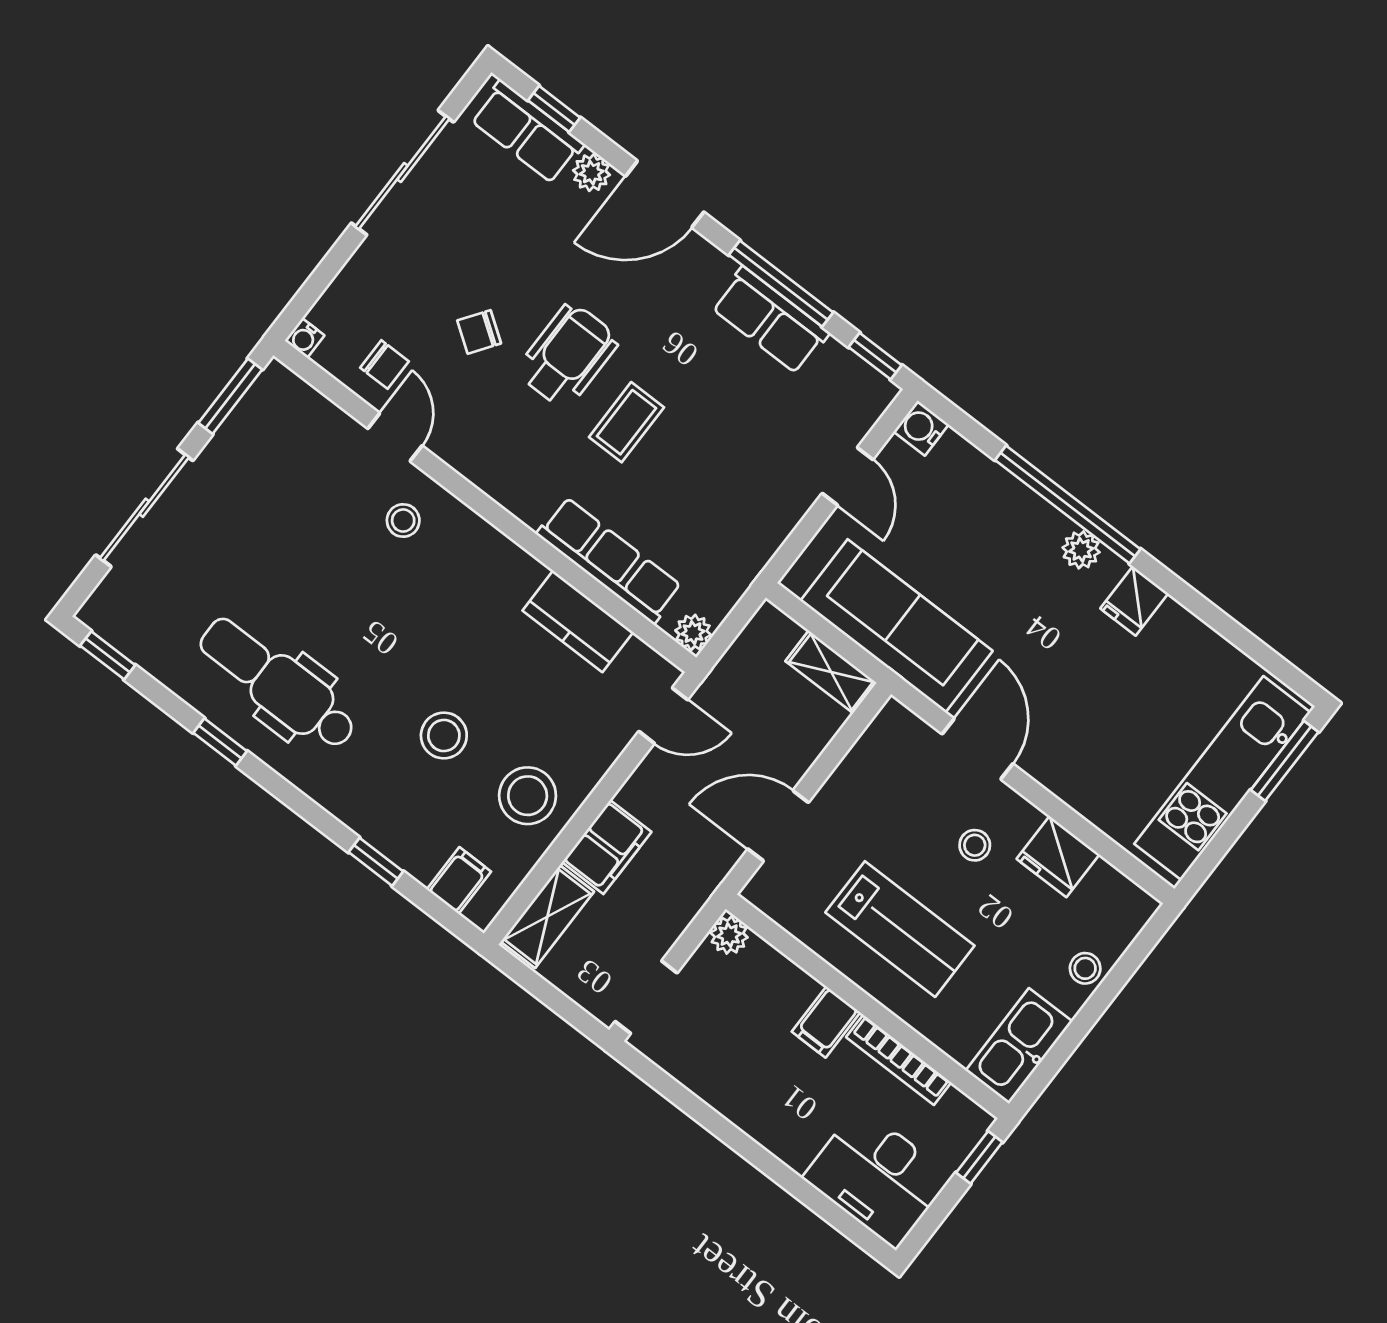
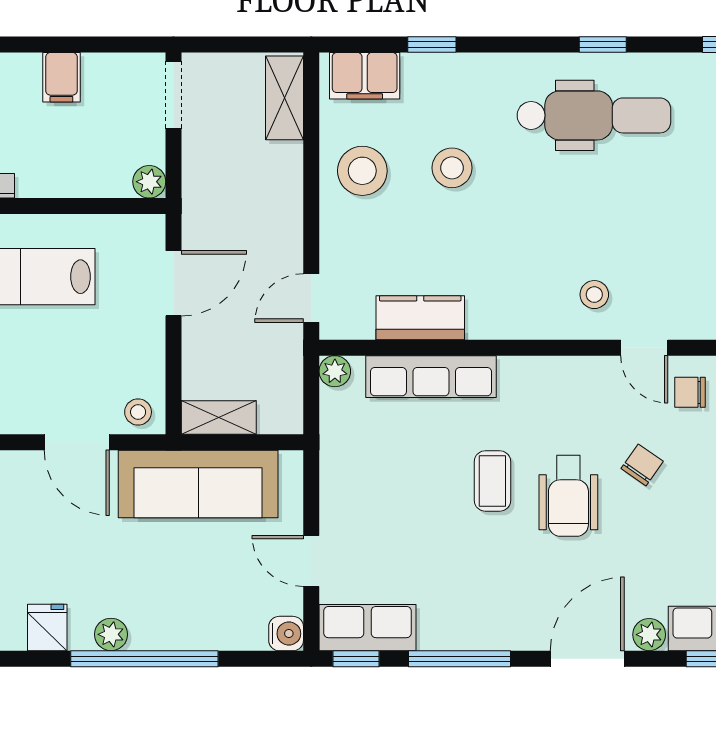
row of seats: (770, 320) -> (367, 628), moved
stool: (975, 845) -> (138, 412), moved
filing cabinet: (607, 847) -> (280, 177), removed
filing cabinet: (459, 881) -> (365, 76), width x2.00
filing cabinet: (826, 1022) -> (61, 77), moved, turned 180

